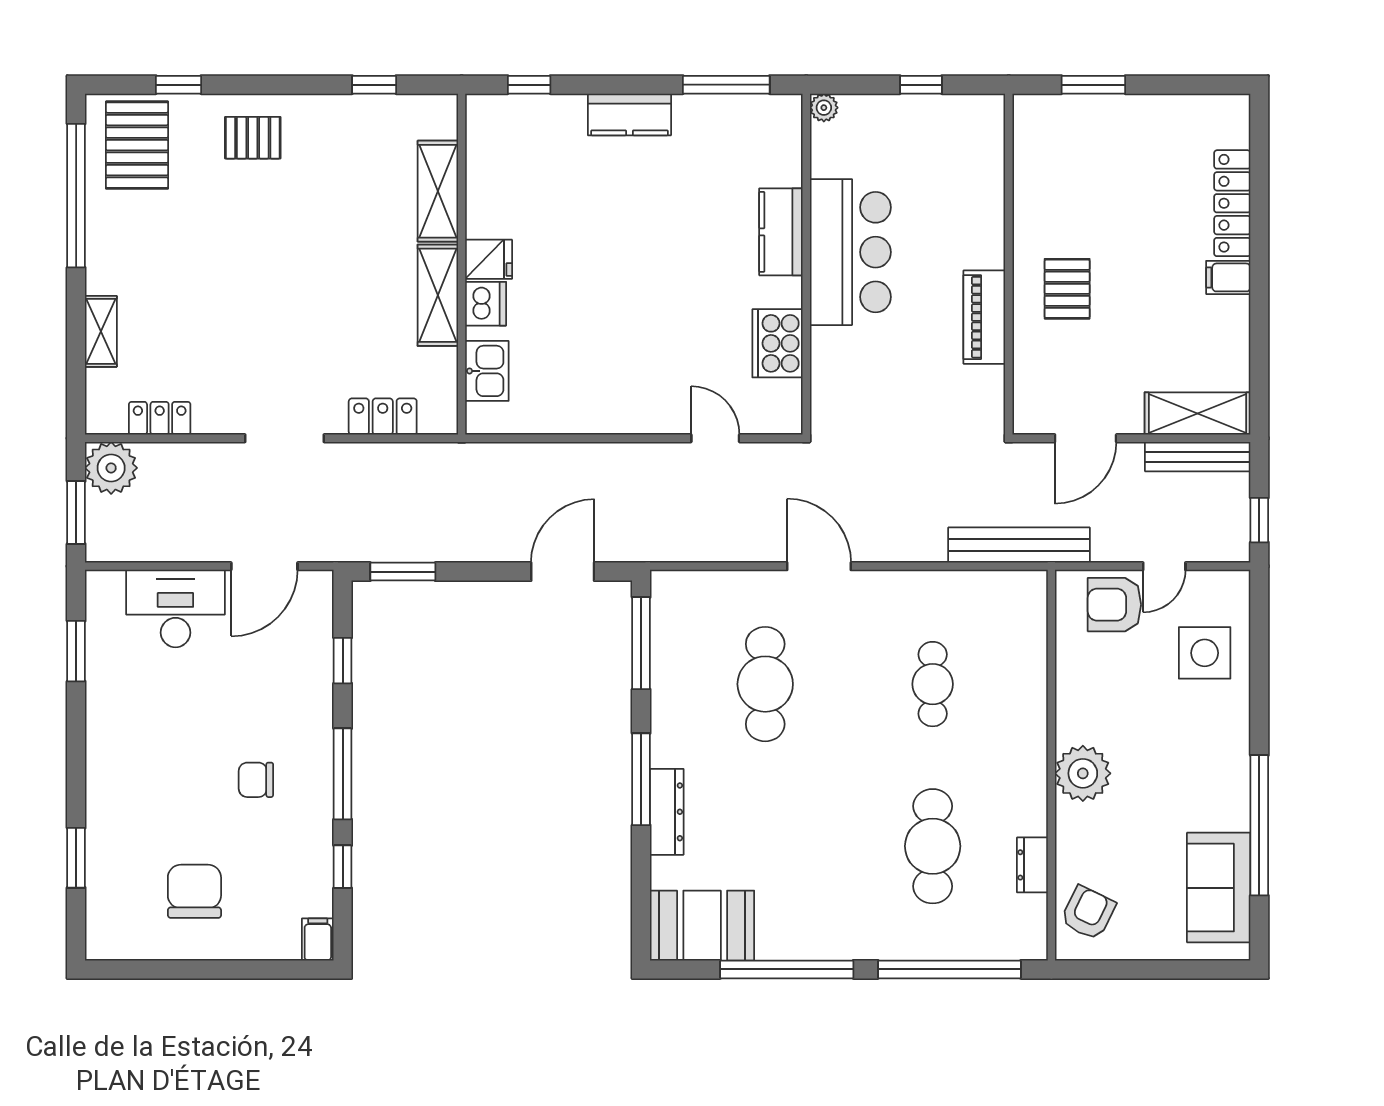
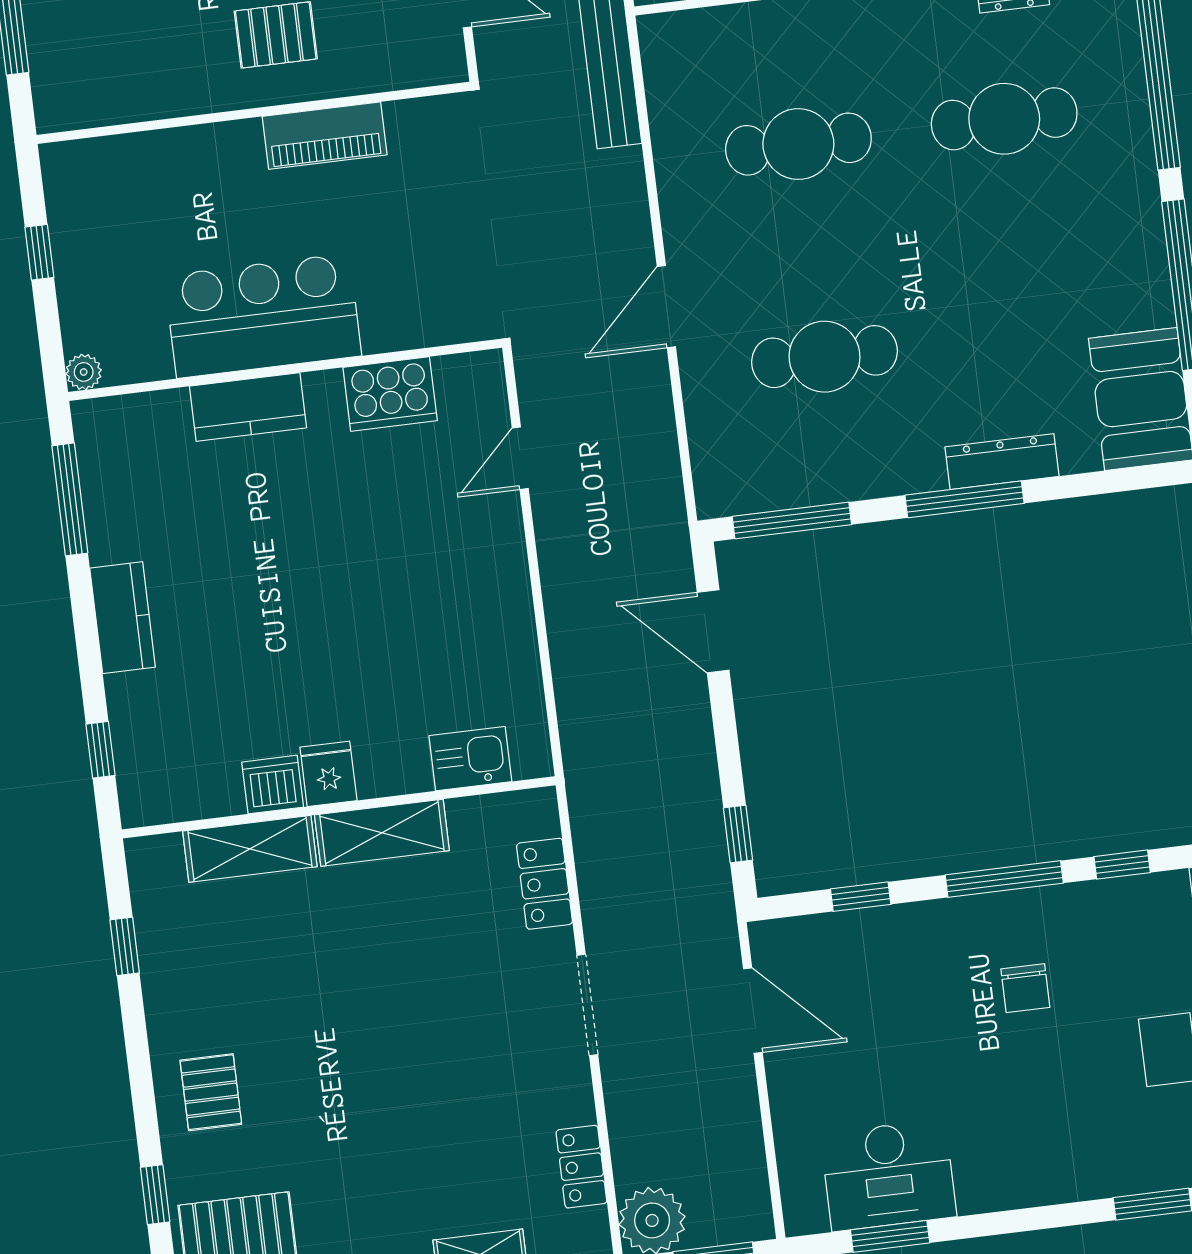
dishwasher: (486, 304) -> (273, 785), moved
window: (403, 572) -> (738, 834), width x0.67
desk: (175, 608) -> (888, 1175), moved, turned -90
cafe table: (933, 684) -> (798, 144), width x1.37, depth x1.35

